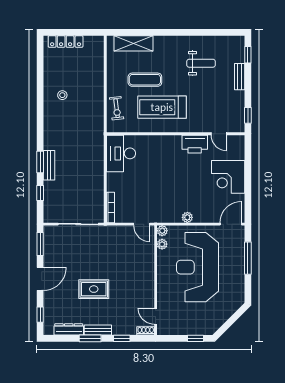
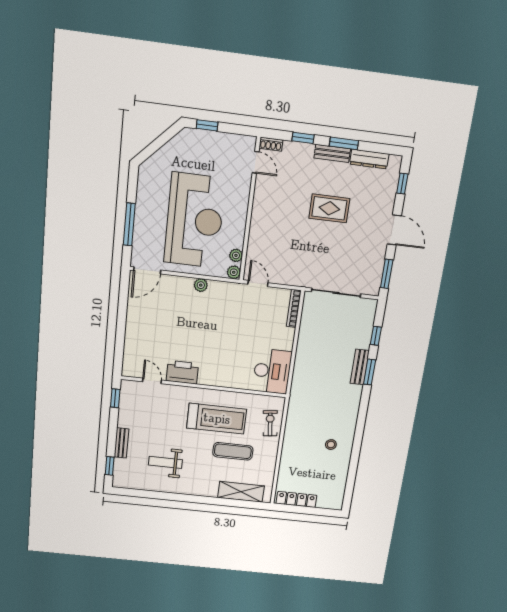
locker: (66, 42) -> (296, 499), moved
corner desk: (228, 177) -> (145, 329), removed
door: (40, 279) -> (394, 230), swing flipped

